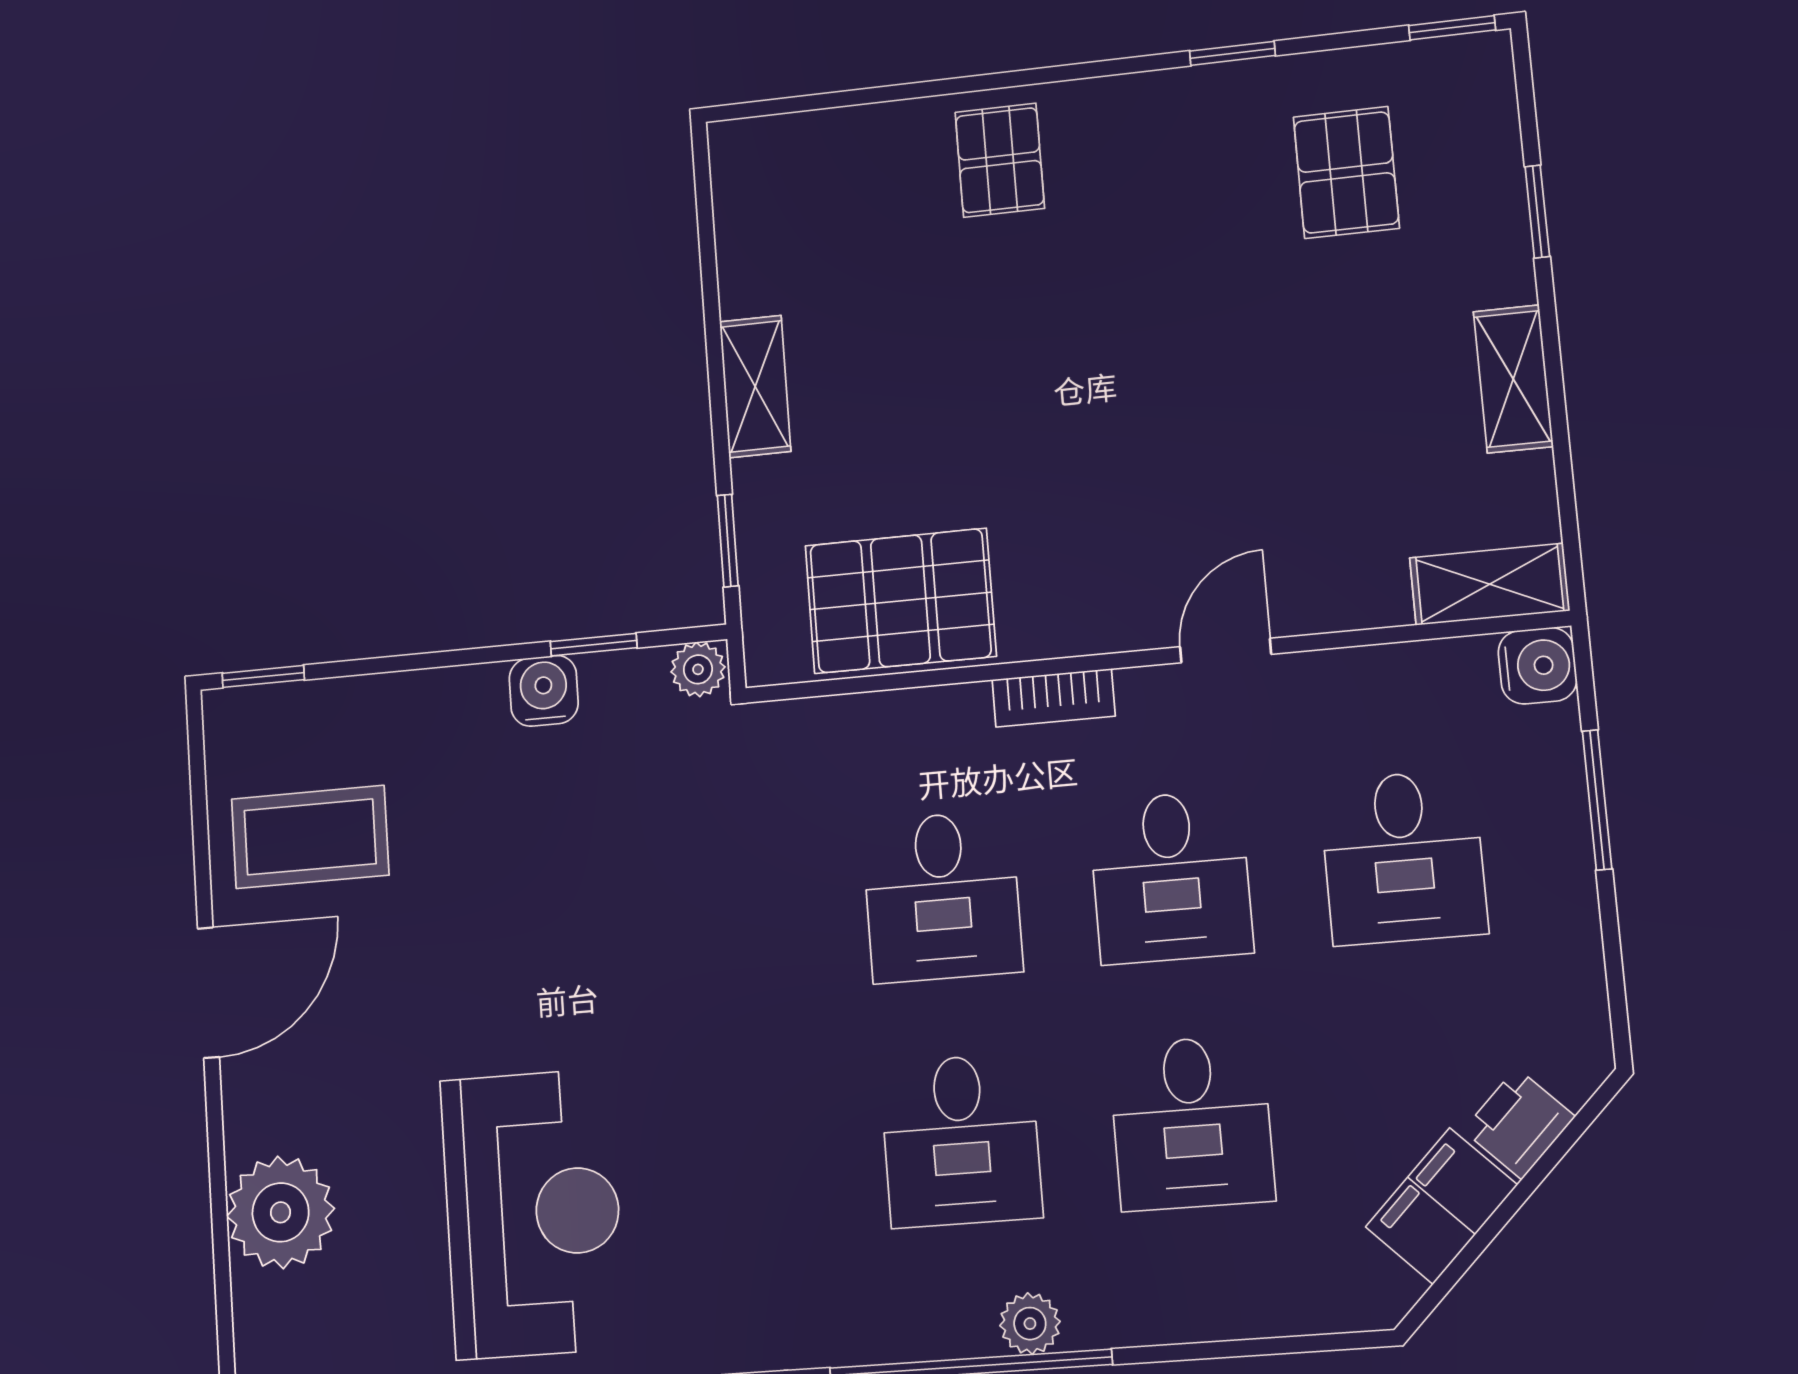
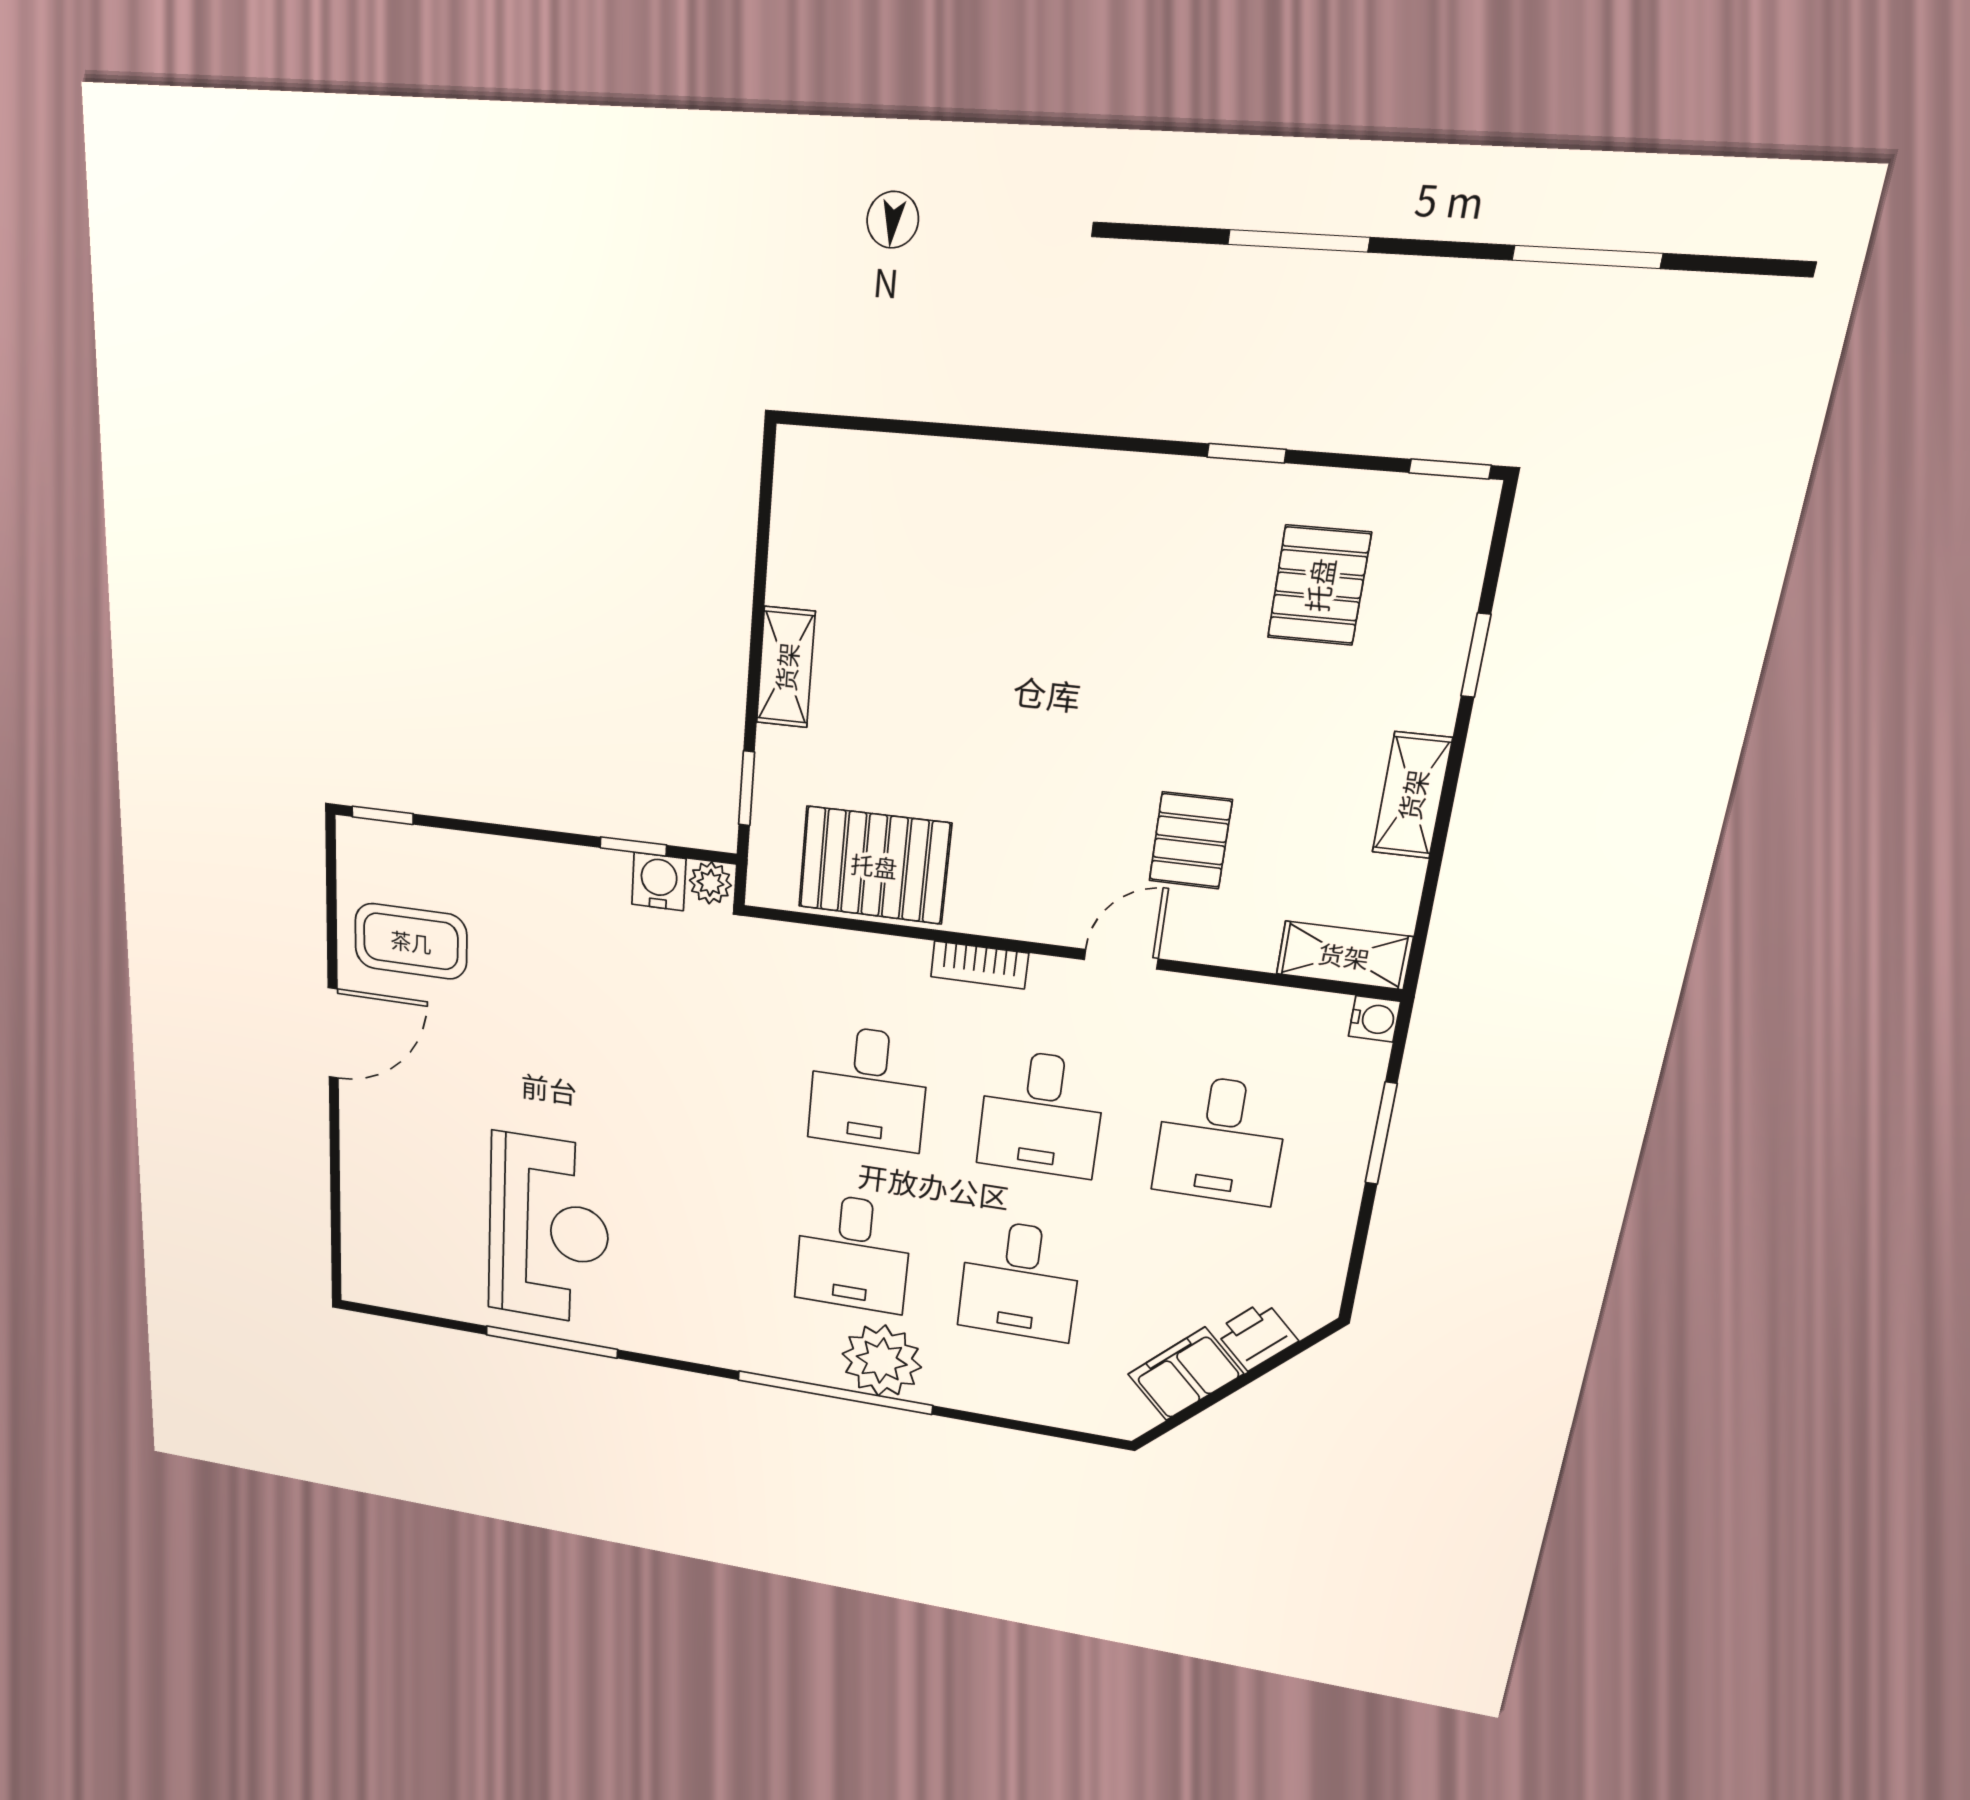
pallet: (1000, 160) -> (1190, 840), moved
water cooler: (1538, 666) -> (1374, 1019), width x0.72, depth x0.72
water cooler: (544, 691) -> (659, 882), moved
plant: (281, 1212) -> (377, 1188), removed
plant: (1030, 1324) -> (882, 1361), width x1.88, depth x1.88

